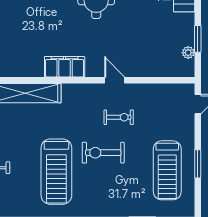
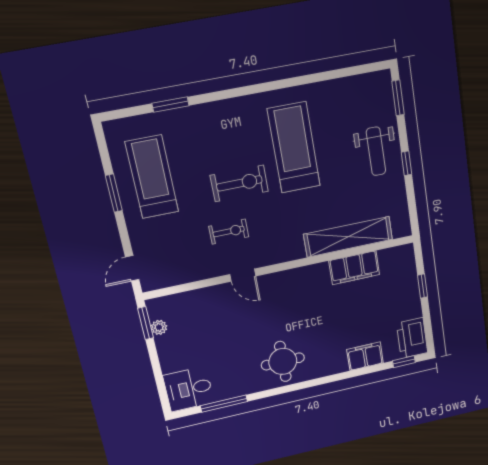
window: (198, 39) -> (146, 323), moved
filing cabinet: (65, 67) -> (354, 268), moved
exercise bike: (119, 117) -> (229, 232), turned 180

